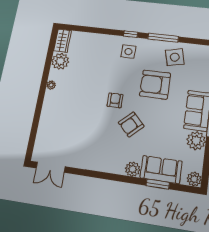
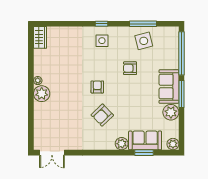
window: (163, 38) -> (143, 24), moved
plant: (60, 61) -> (42, 94), moved
armchair: (155, 85) -> (130, 68), width x0.53, depth x0.53
armchair: (131, 124) -> (102, 115), moved

